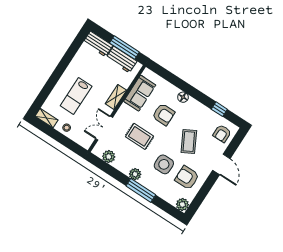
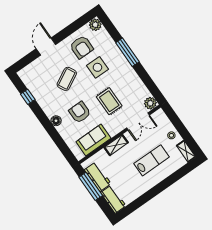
armchair: (222, 134) -> (34, 74), removed
plant: (109, 157) -> (150, 103), moved
plant: (135, 174) -> (127, 69), removed

